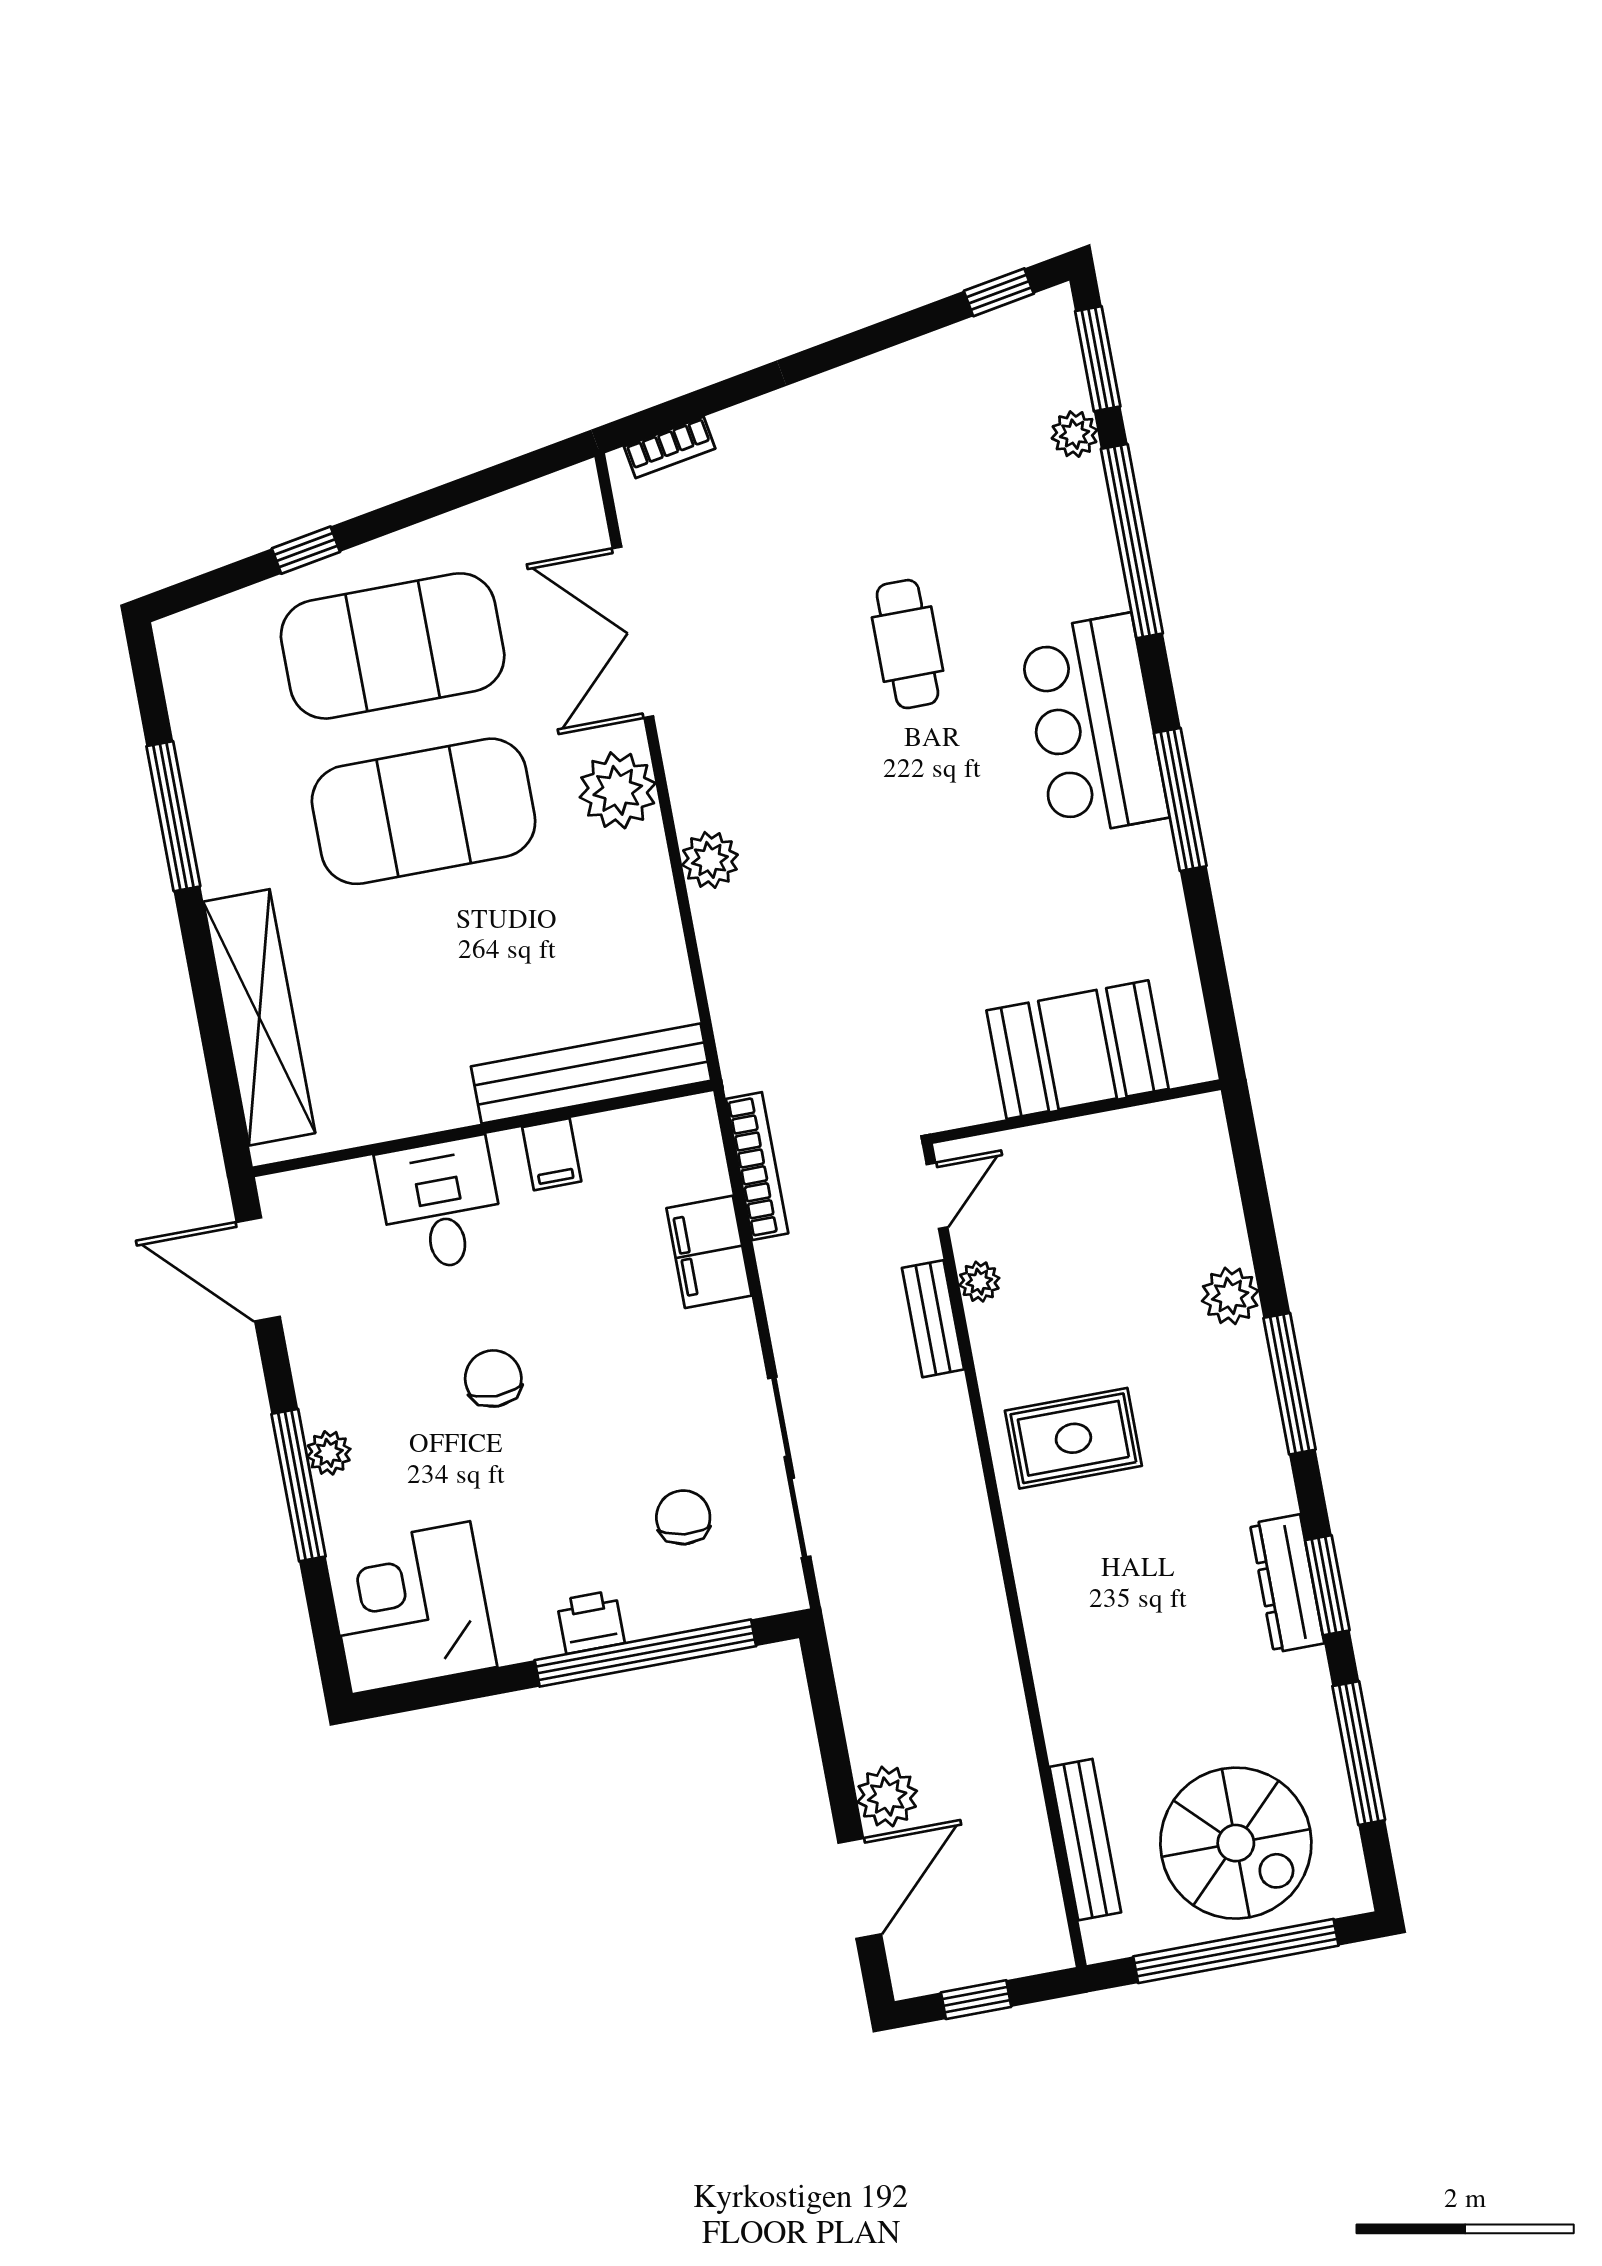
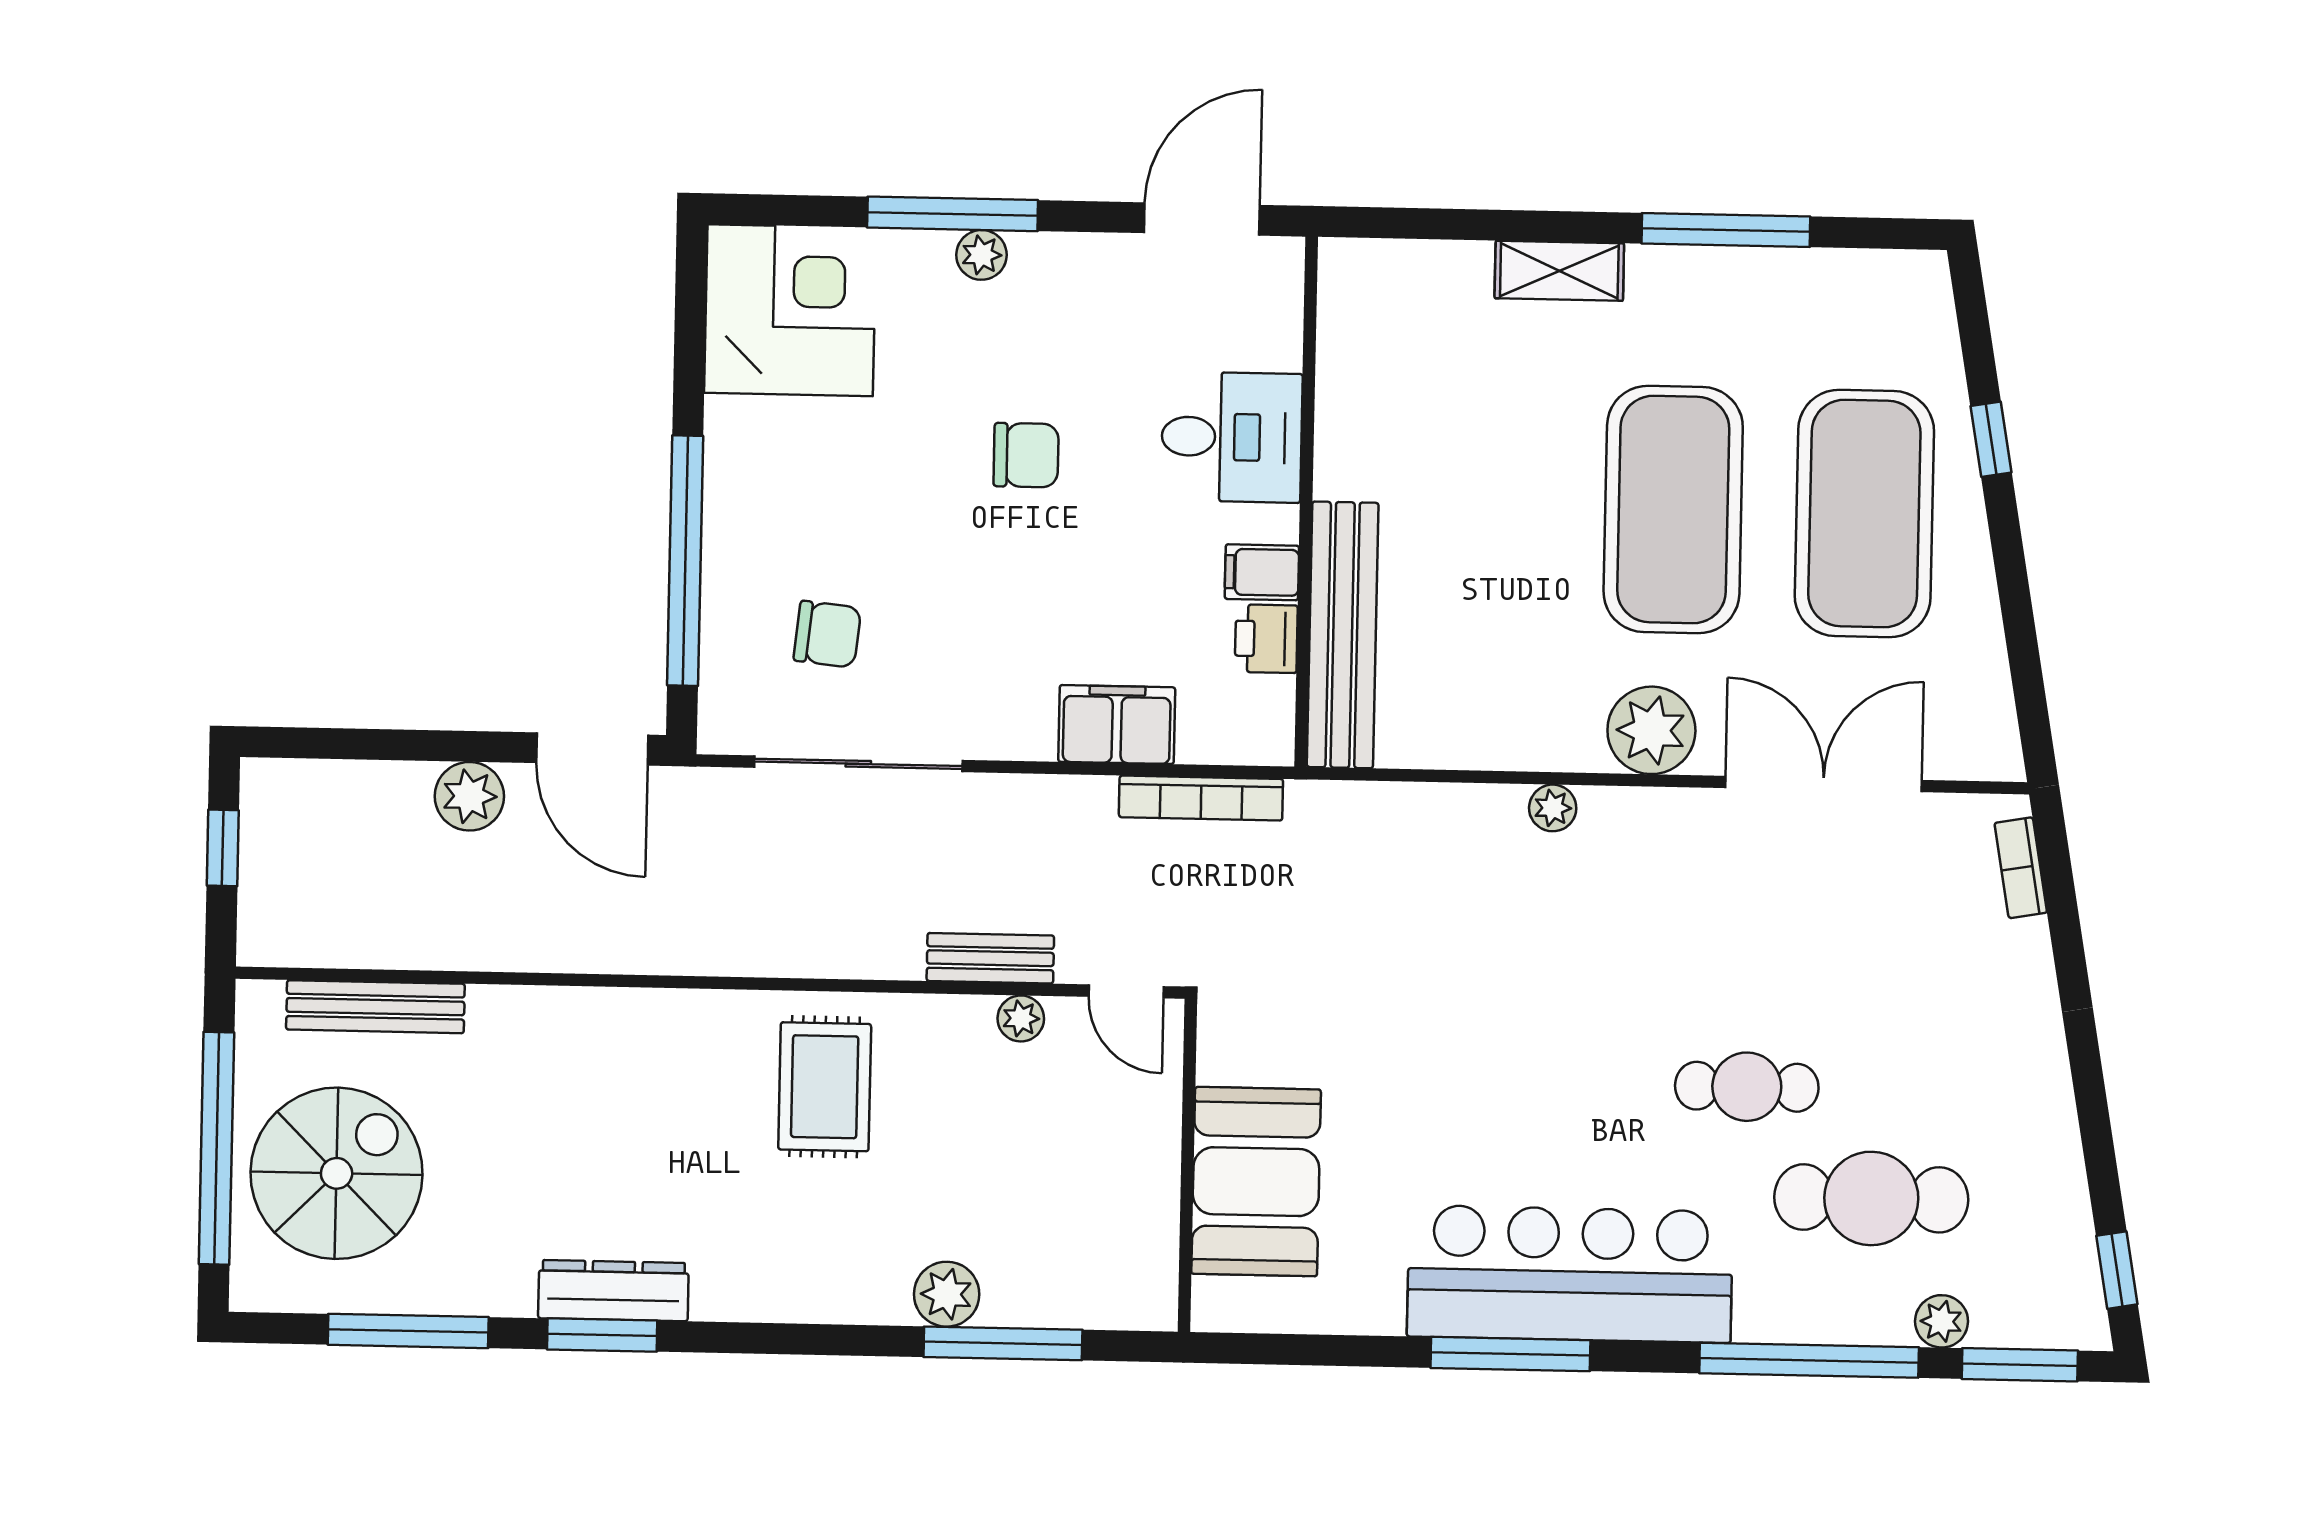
cafe table: (981, 517) -> (1871, 1198), added
bar counter: (1094, 725) -> (1570, 1274), width x1.36
plant: (710, 860) -> (1553, 808), width x0.73, depth x0.73
shelving: (259, 1017) -> (1559, 271), width x0.45, depth x0.75
window: (1290, 1384) -> (1003, 1343), moved
printer: (591, 1622) -> (1266, 639), moved, turned 180
spiral stairs: (1236, 1843) -> (337, 1173), turned 180
door: (860, 1889) -> (592, 749), moved

